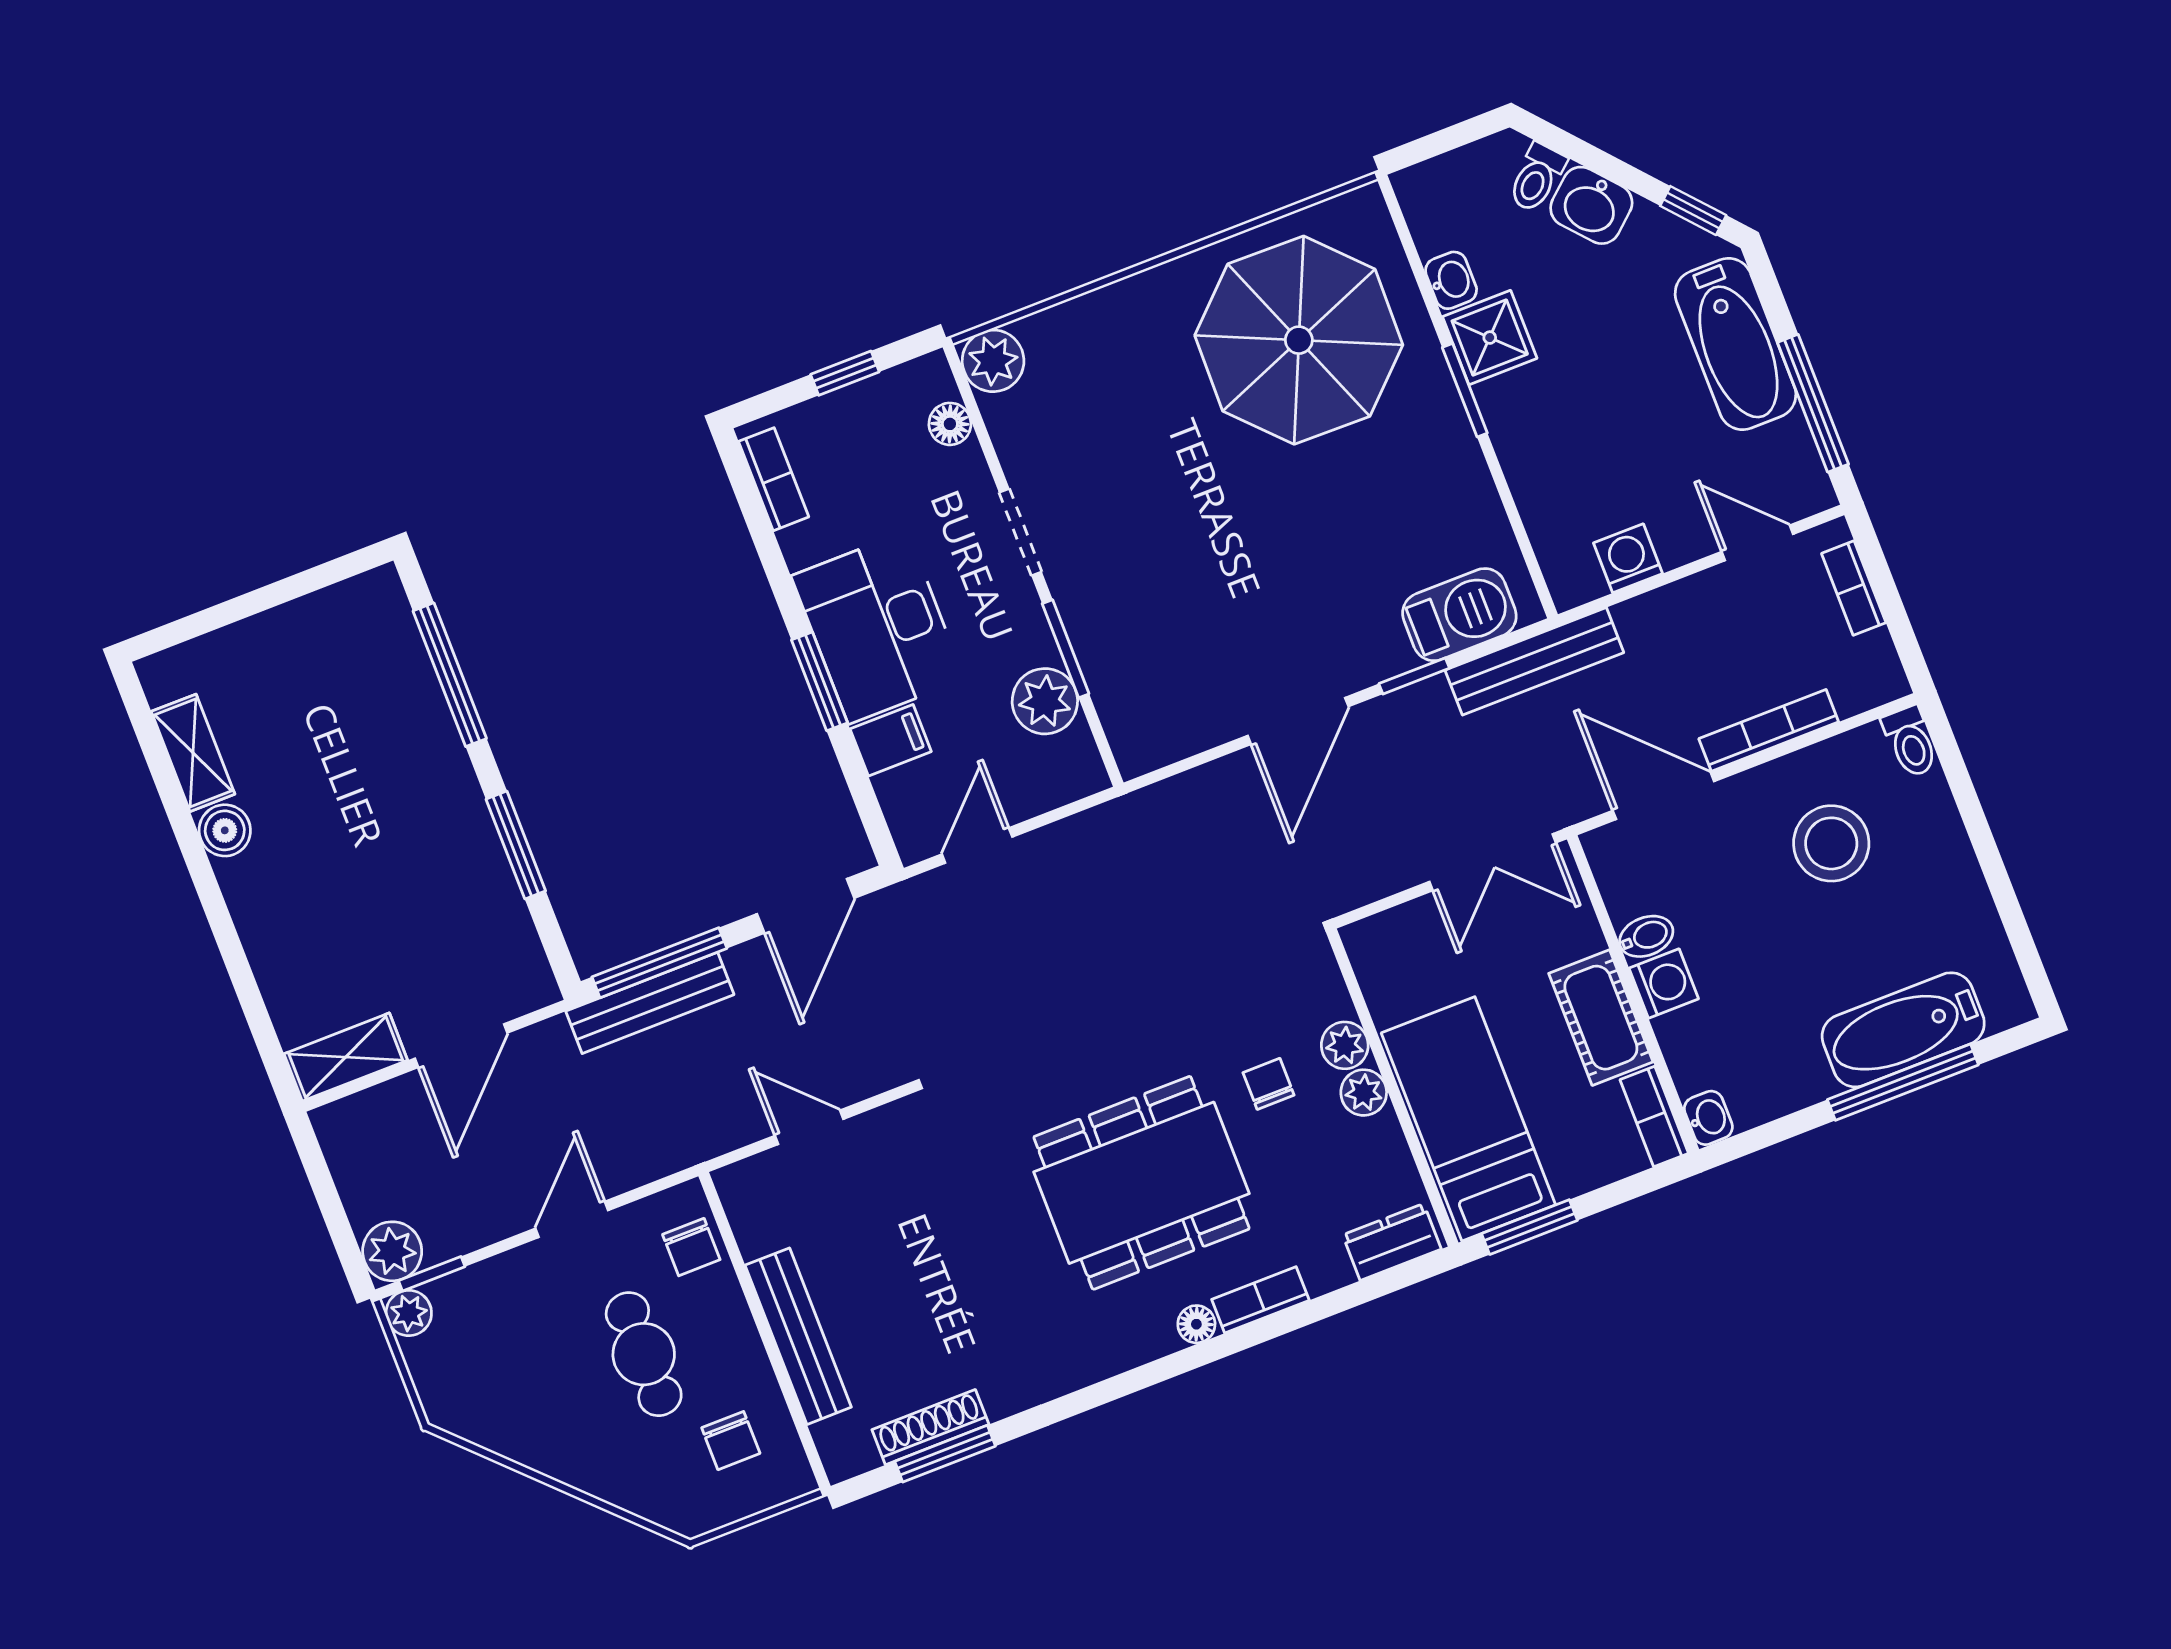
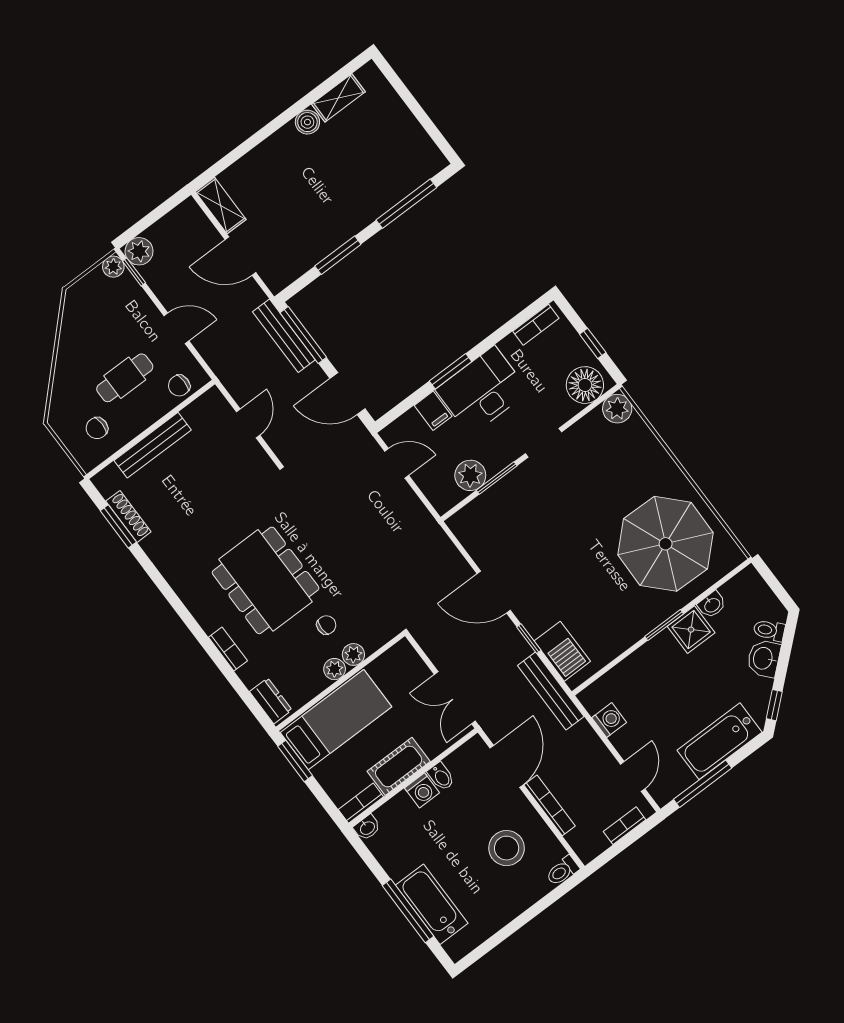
floor lamp: (950, 424) -> (585, 385), width x1.89, depth x1.89
floor lamp: (1196, 1324) -> (209, 623), removed

